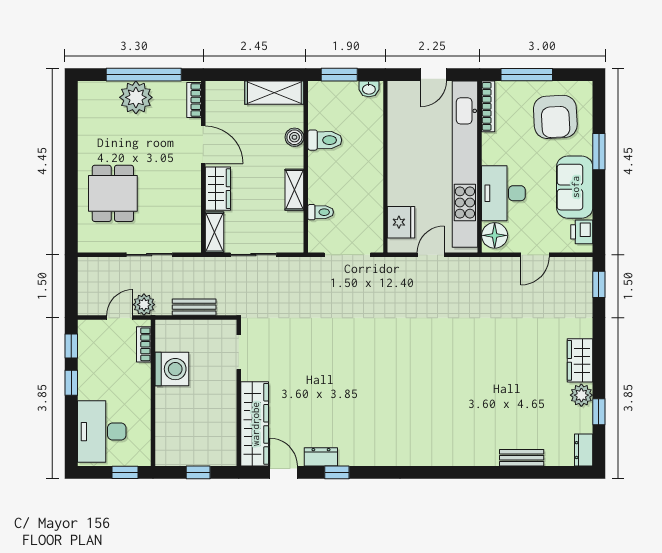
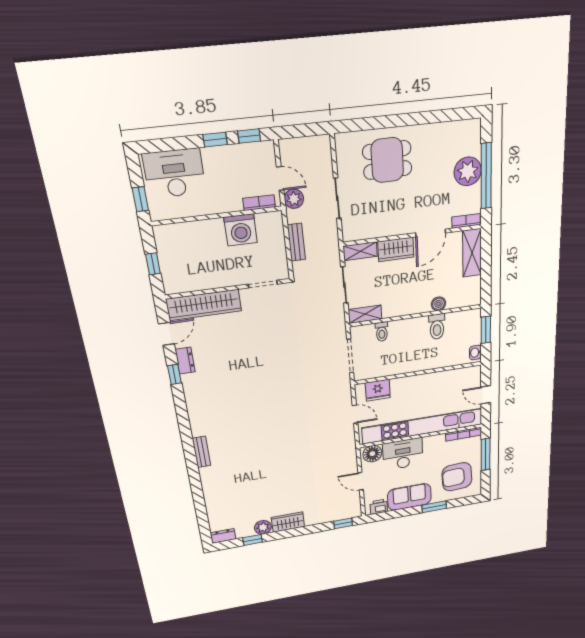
shelving: (274, 93) -> (472, 253), moved
shelving: (294, 190) -> (365, 314), moved
bench: (522, 458) -> (201, 452), moved

